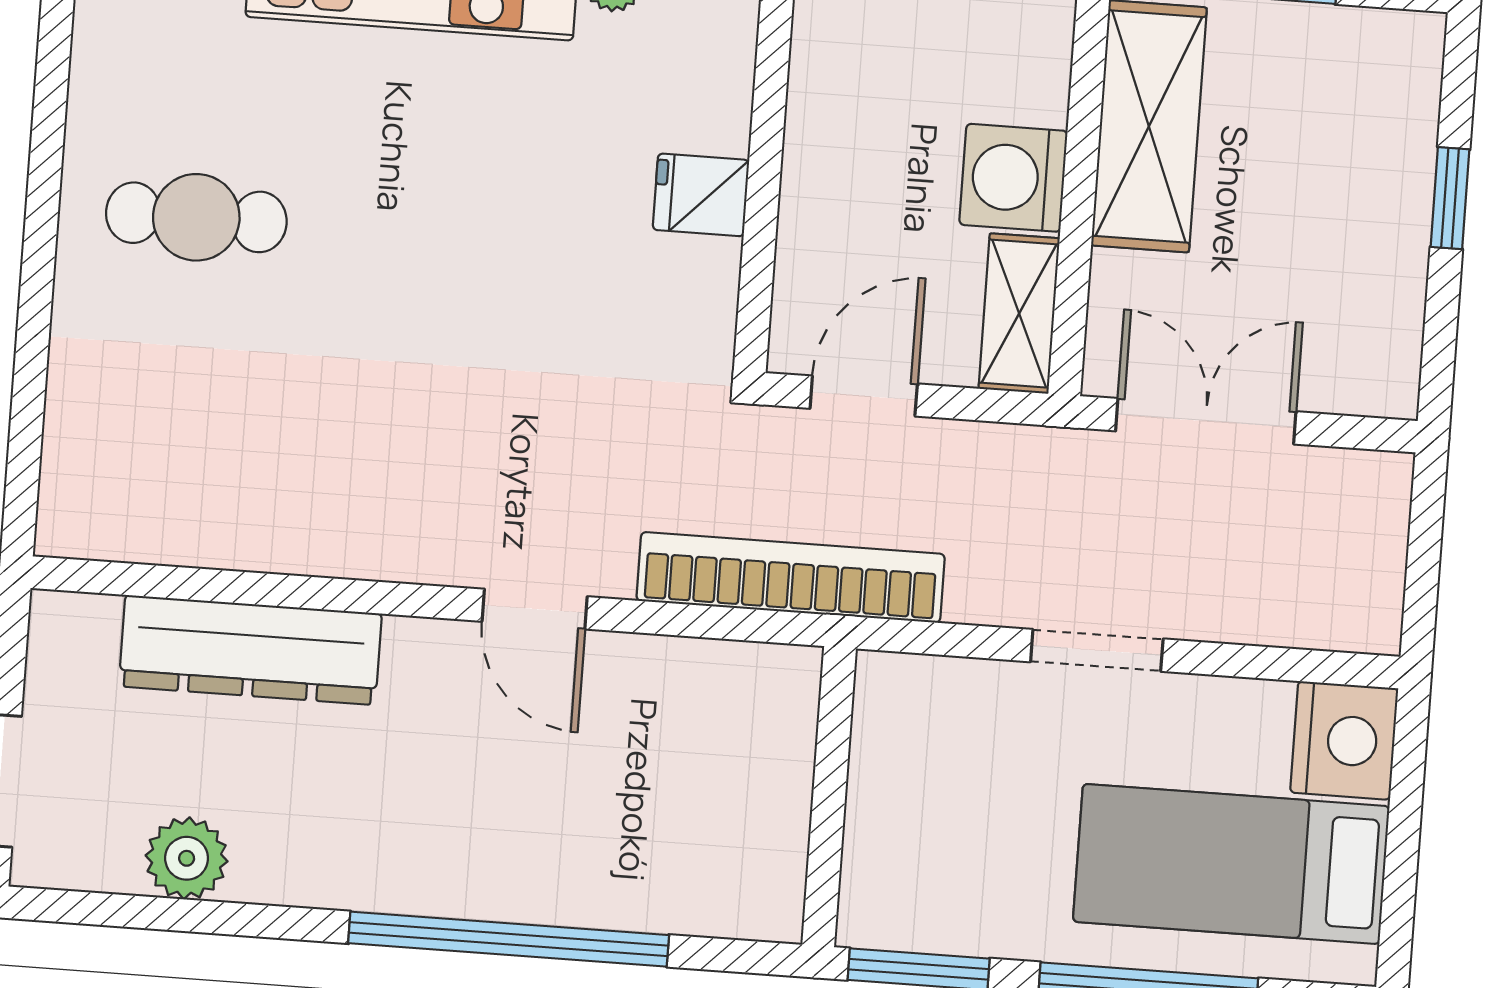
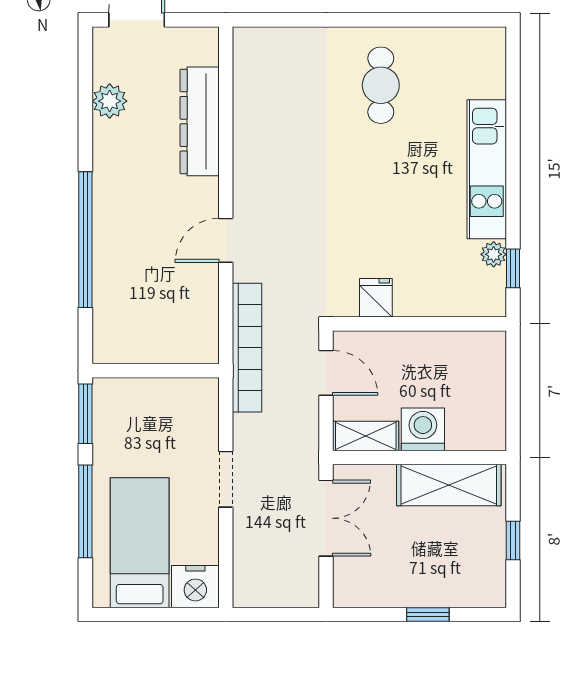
fridge: (701, 195) -> (376, 298), moved

